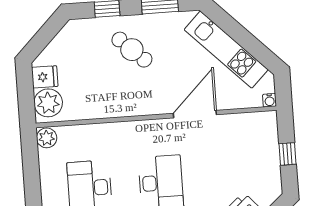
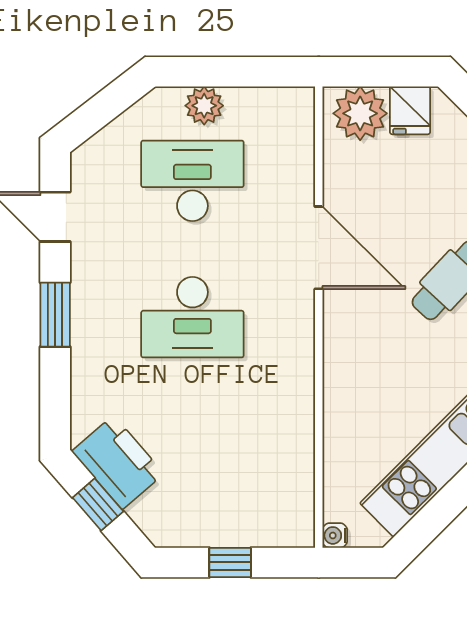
door: (195, 114) -> (319, 248), moved
plant: (47, 138) -> (204, 106), moved

